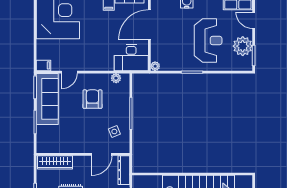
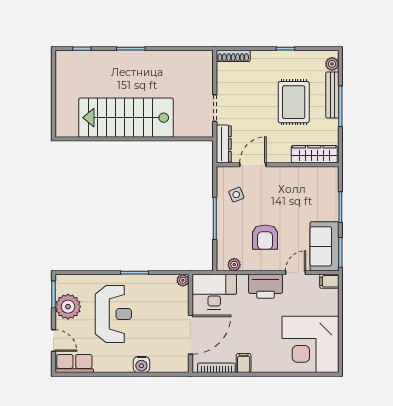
reception desk: (208, 40) -> (113, 314), turned 180
printer: (92, 62) -> (266, 286), added
sofa: (47, 99) -> (324, 246), width x0.73

